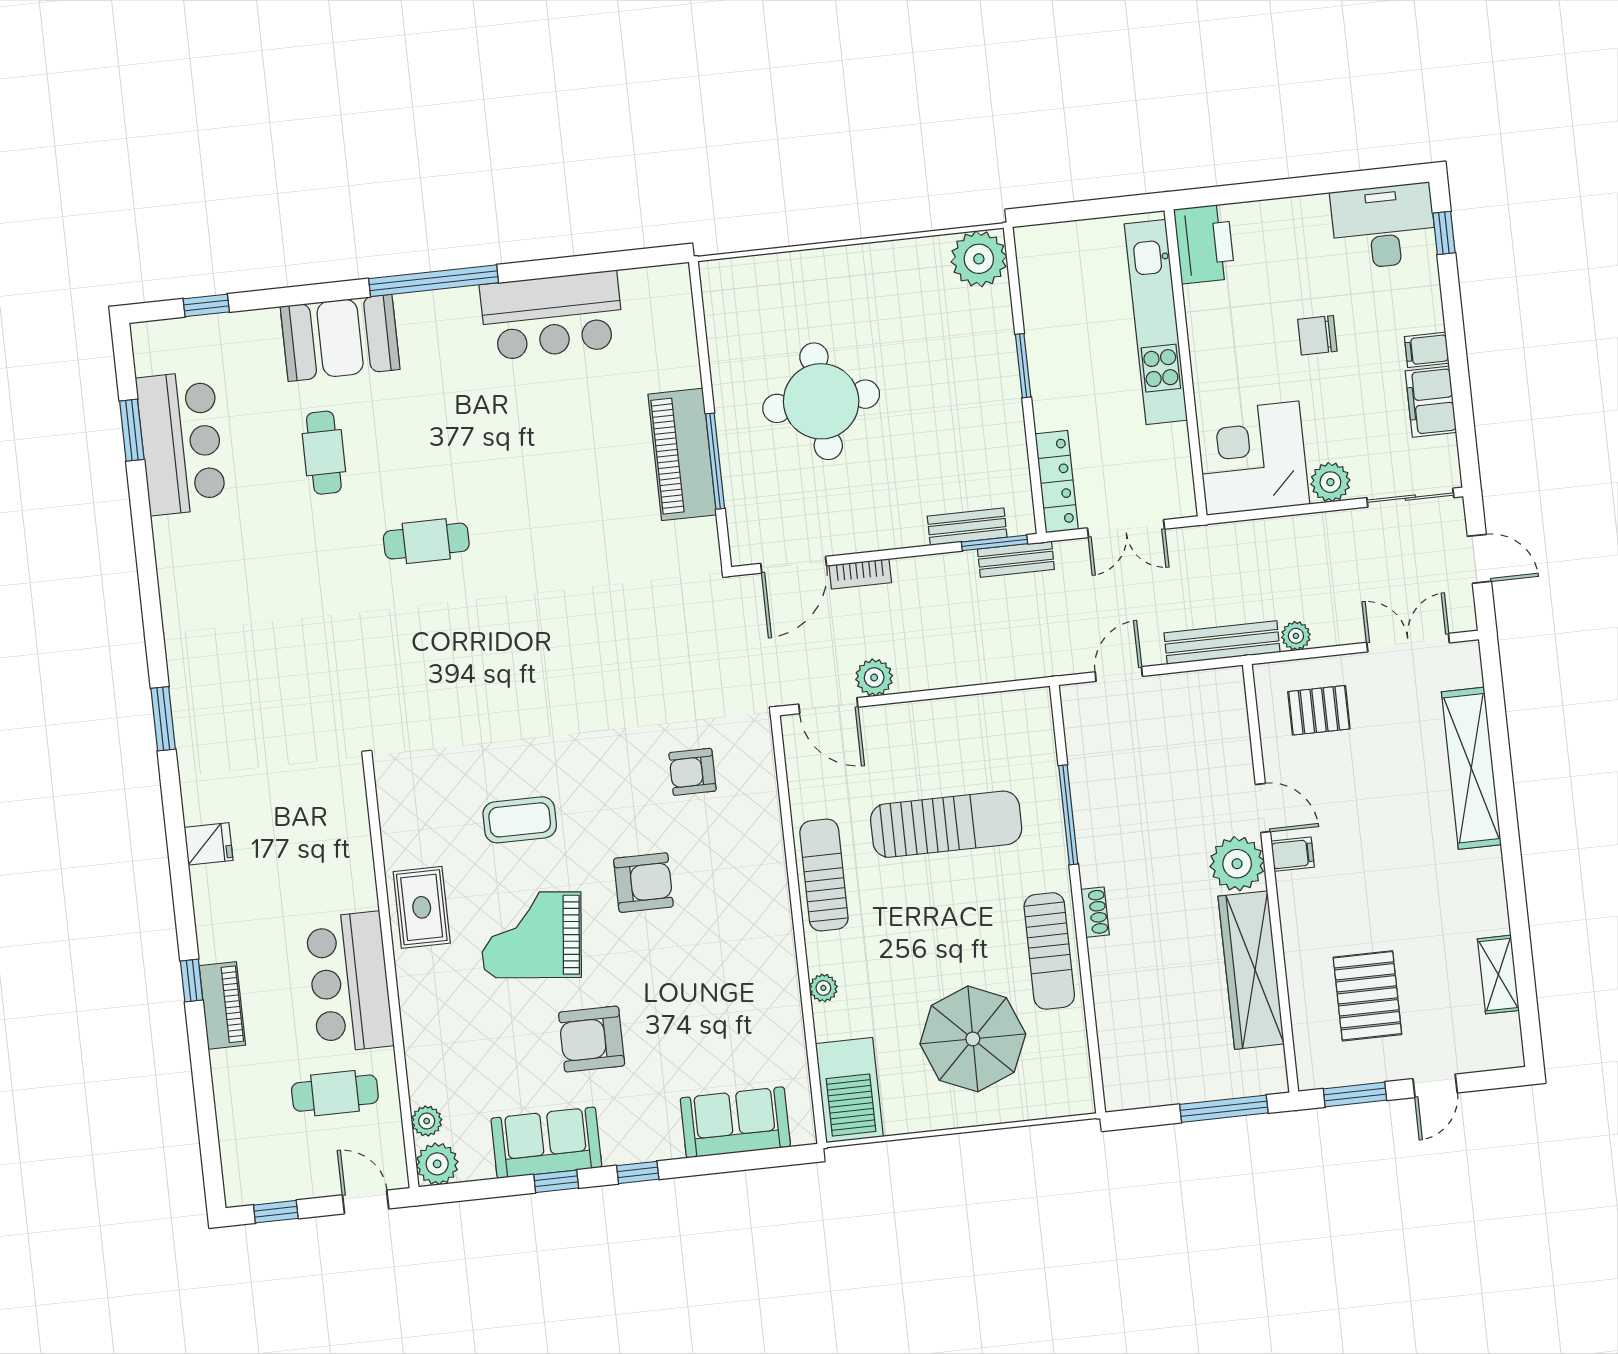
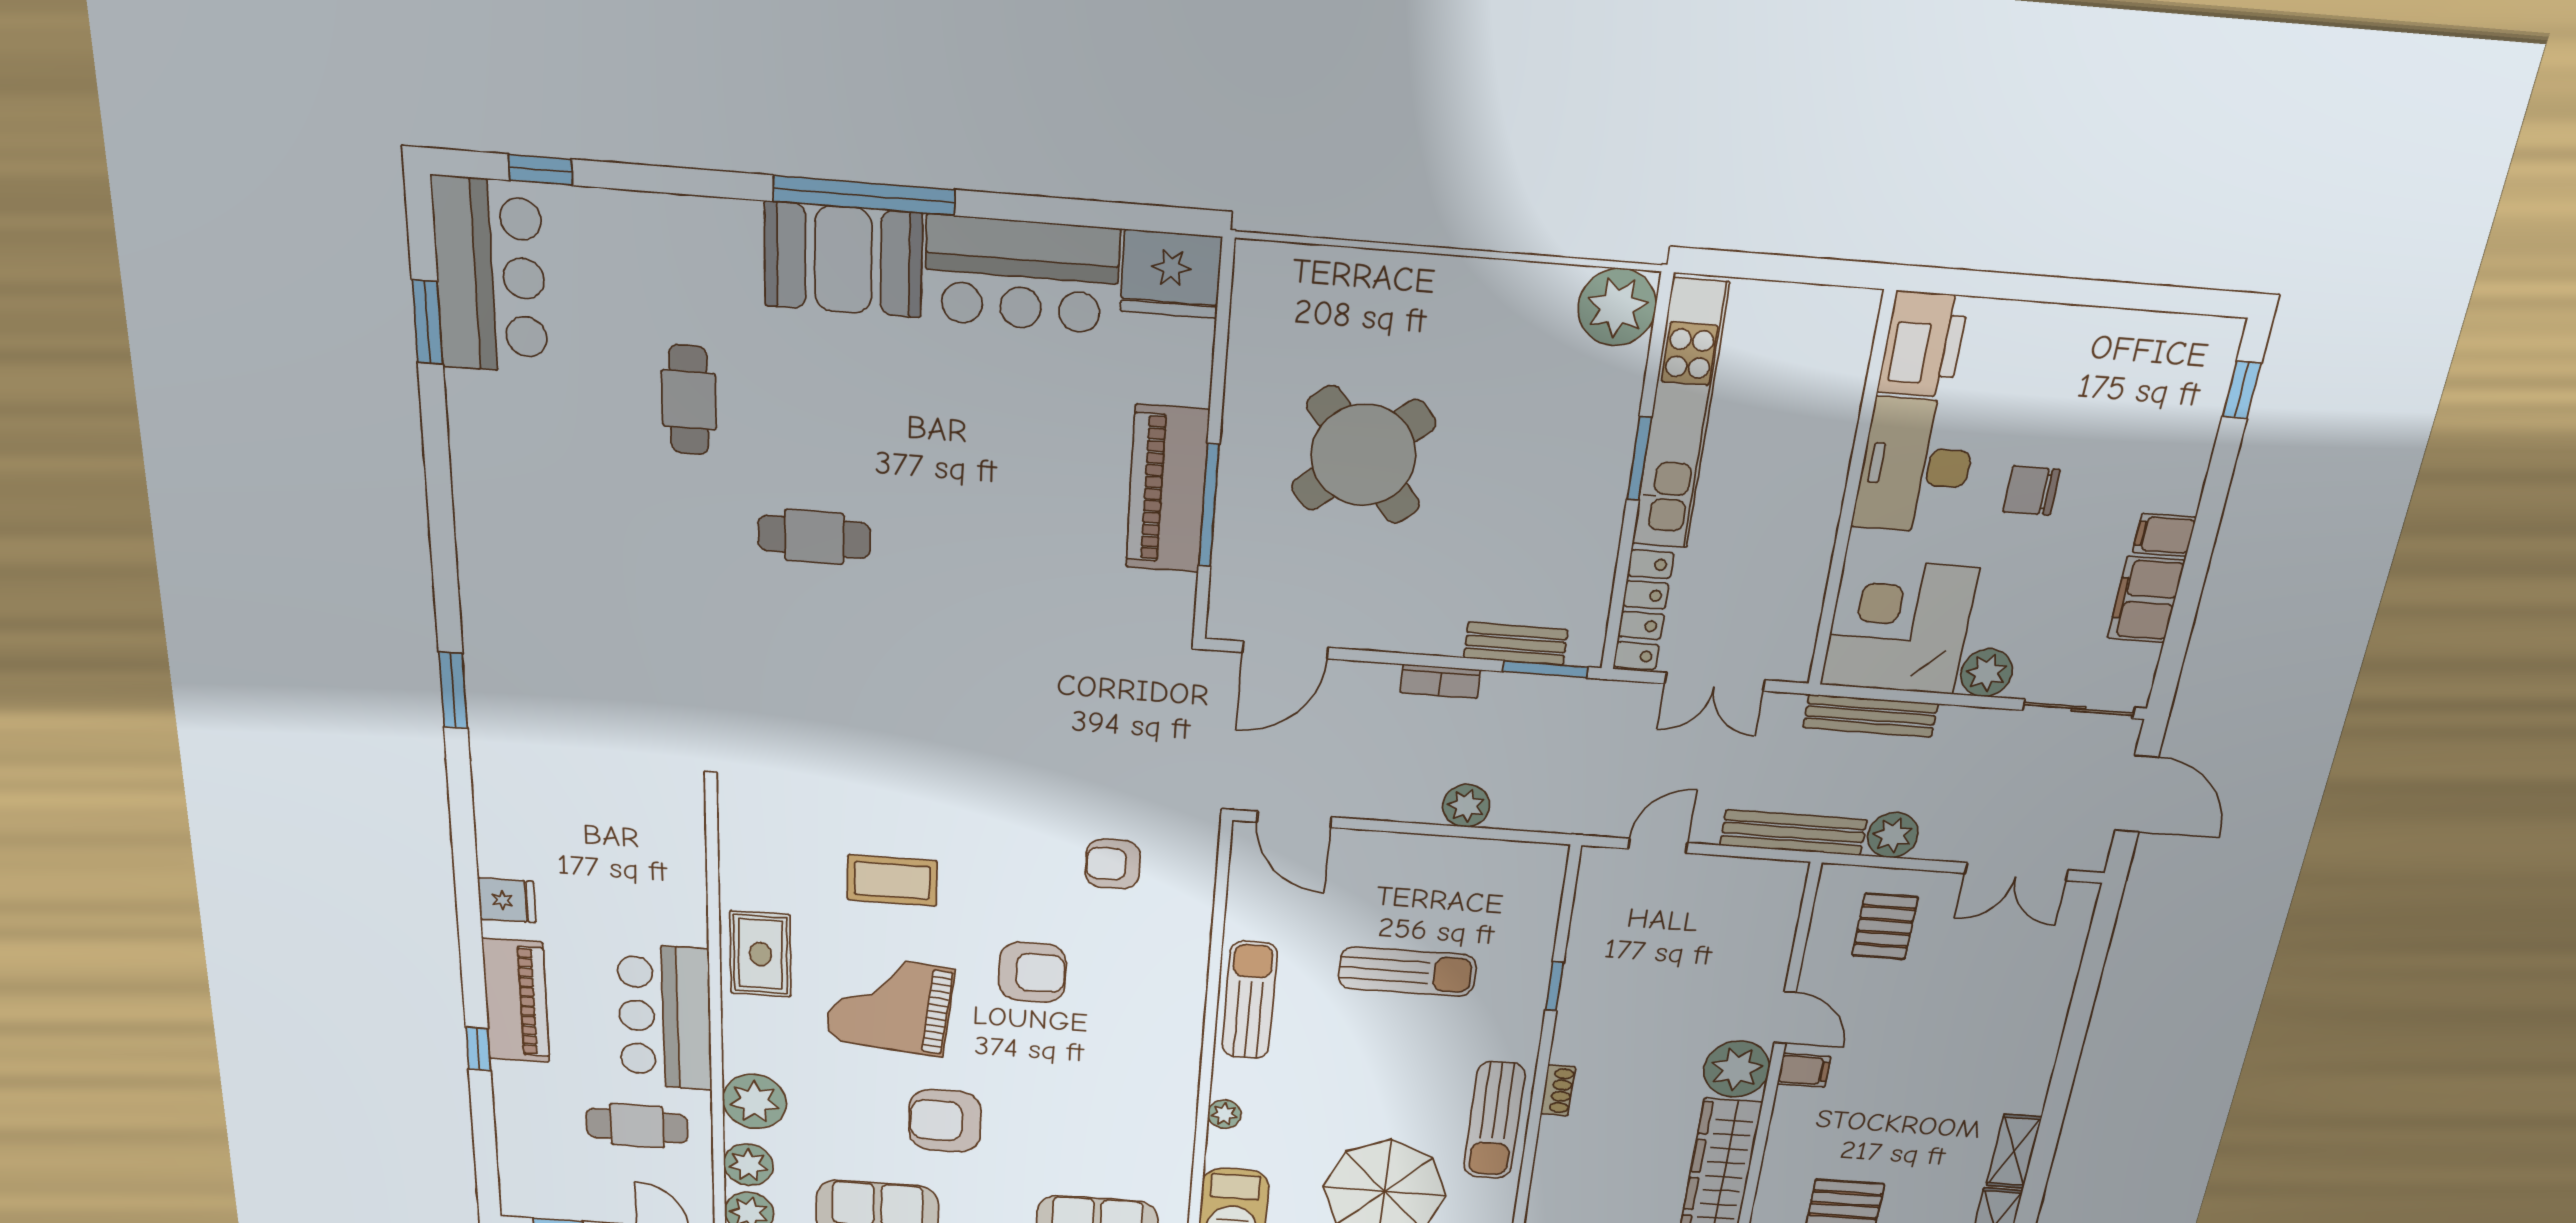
desk: (1383, 226) -> (1916, 466), moved, turned -90
fridge: (658, 295) -> (1171, 274), added
kitchen unit: (1156, 322) -> (1680, 416), moved, turned 180
booth: (340, 338) -> (843, 260), moved
round table: (821, 401) -> (1363, 455), turned -37
bar counter: (181, 443) -> (490, 276), moved
bench: (1016, 559) -> (1870, 716), moved, width x1.36
door: (1479, 559) -> (2137, 794), width x1.38
bookcase: (860, 574) -> (1440, 681), moved
plant: (1296, 636) -> (1893, 835), width x1.38, depth x1.38
double door: (1408, 643) -> (2017, 872), swing flipped
plant: (874, 677) -> (1466, 806), moved
pallet: (1319, 710) -> (1885, 926), turned 90
shelving: (1471, 768) -> (2014, 1151), moved, width x0.45, depth x0.75
window: (1068, 815) -> (1555, 986), width x0.46
sun lounger: (946, 824) -> (1407, 972), width x0.73, depth x0.75
fridge: (209, 844) -> (507, 900), moved
window: (192, 981) -> (478, 1049), moved
piano: (222, 1005) -> (516, 1001), width x1.37, depth x1.33
plant: (431, 1050) -> (754, 1102), added
plant: (427, 1121) -> (748, 1165), width x1.38, depth x1.38

